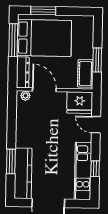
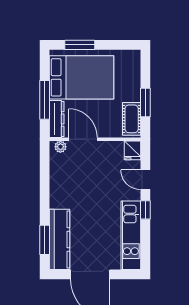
window: (13, 40) -> (45, 100), moved
fridge: (80, 103) -> (133, 150), width x0.53, depth x0.75
window: (11, 161) -> (45, 240), moved
window: (95, 169) -> (145, 210), moved

